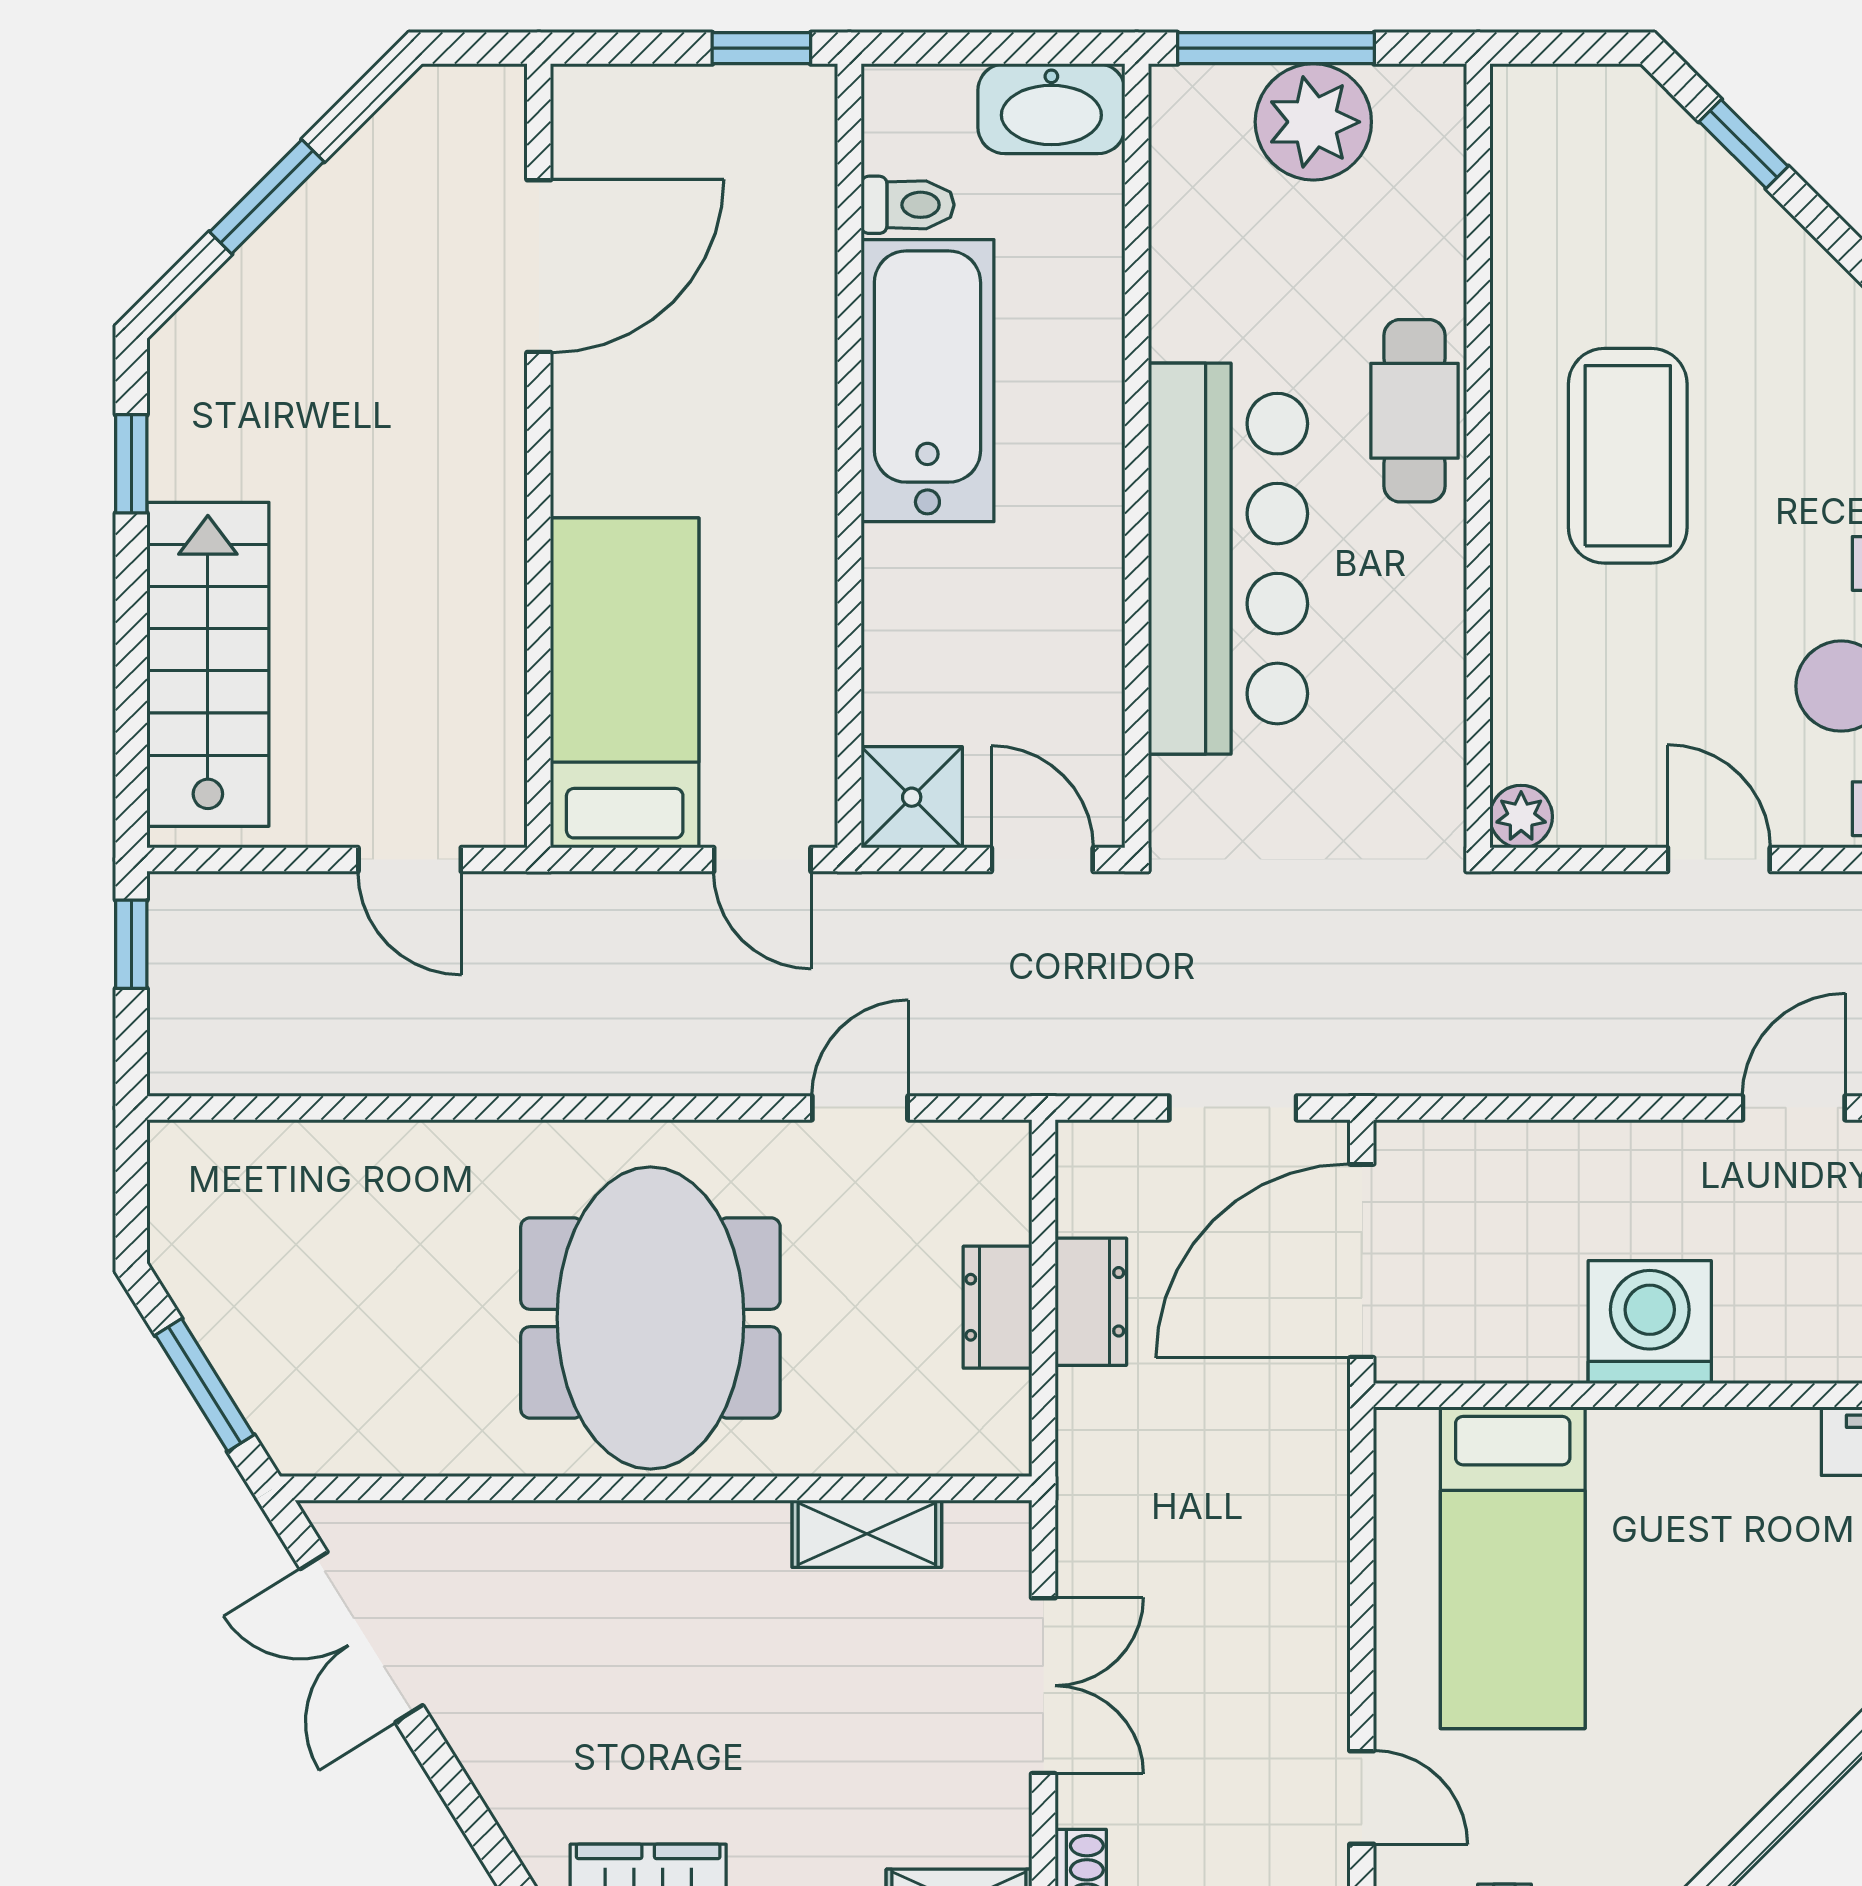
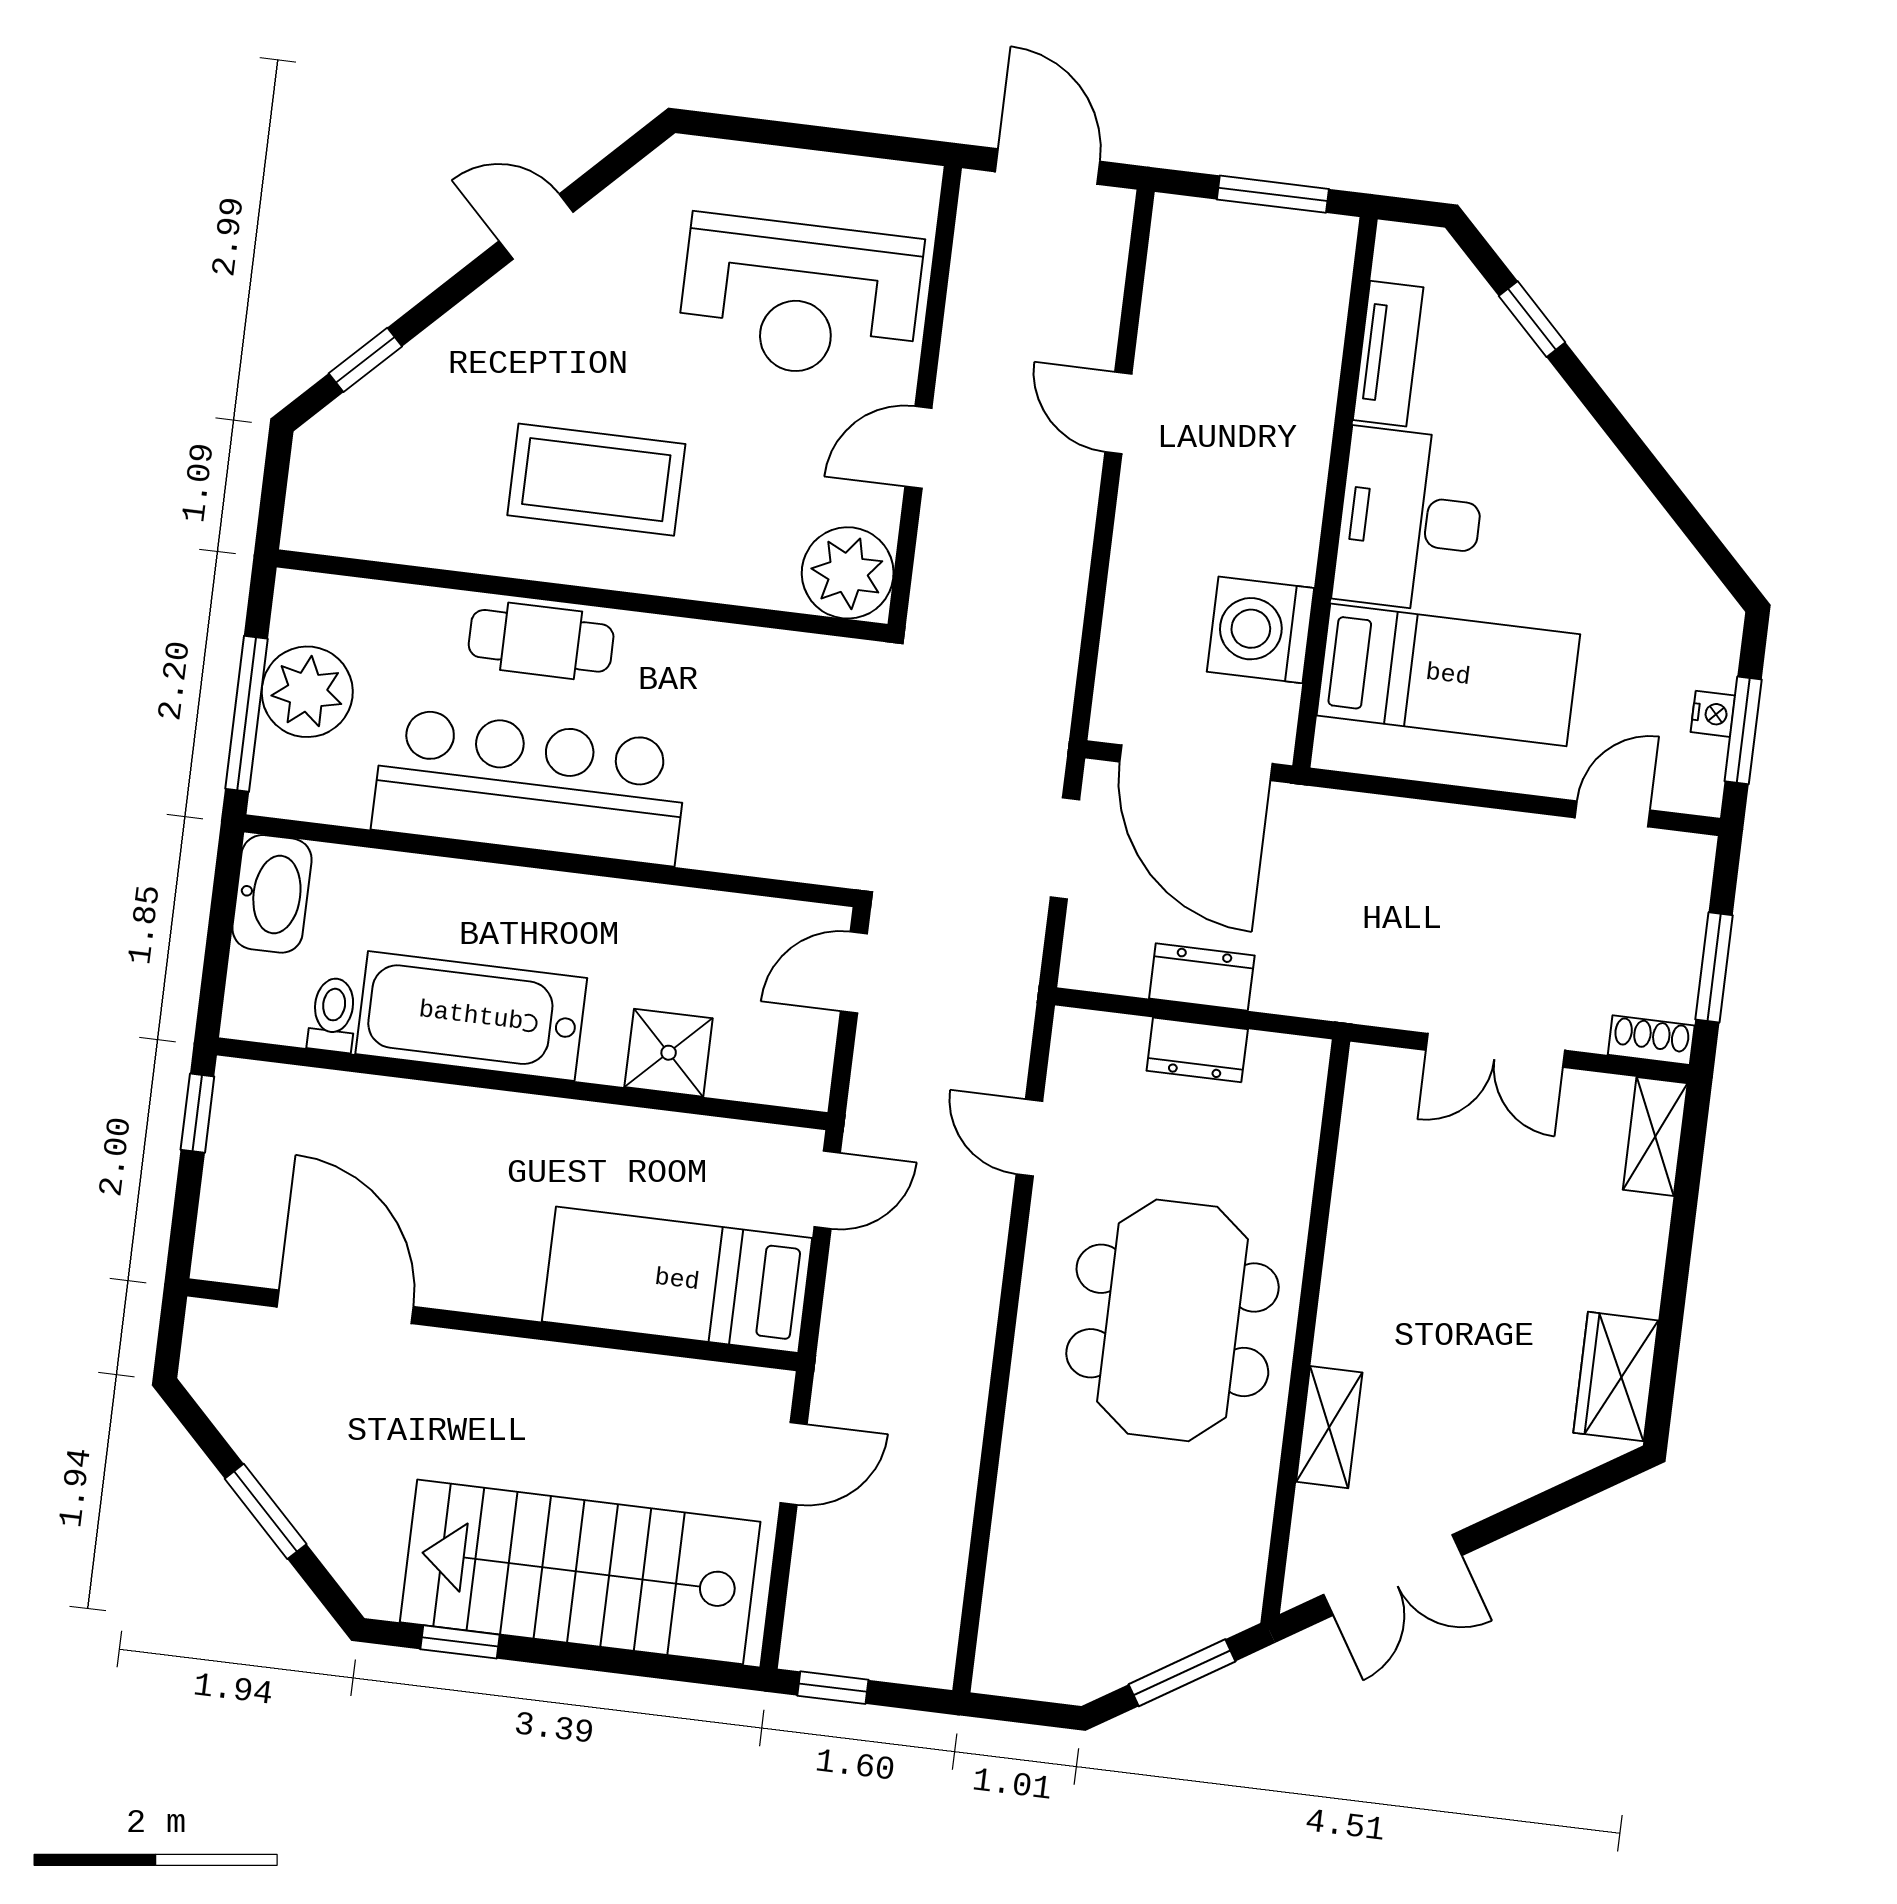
bar counter: (1228, 559) -> (530, 786), moved
stairs: (208, 664) -> (580, 1572), width x1.36, depth x1.51
shower: (912, 797) -> (669, 1053), moved
plant: (1521, 817) -> (848, 573), width x1.87, depth x1.87
meeting table: (650, 1318) -> (1172, 1320), turned 90
washing machine: (1650, 1322) -> (1260, 630), moved
desk: (1703, 1495) -> (1410, 520), added
shelving: (867, 1534) -> (1329, 1427), moved
double door: (1043, 1686) -> (1495, 1050), swing flipped

